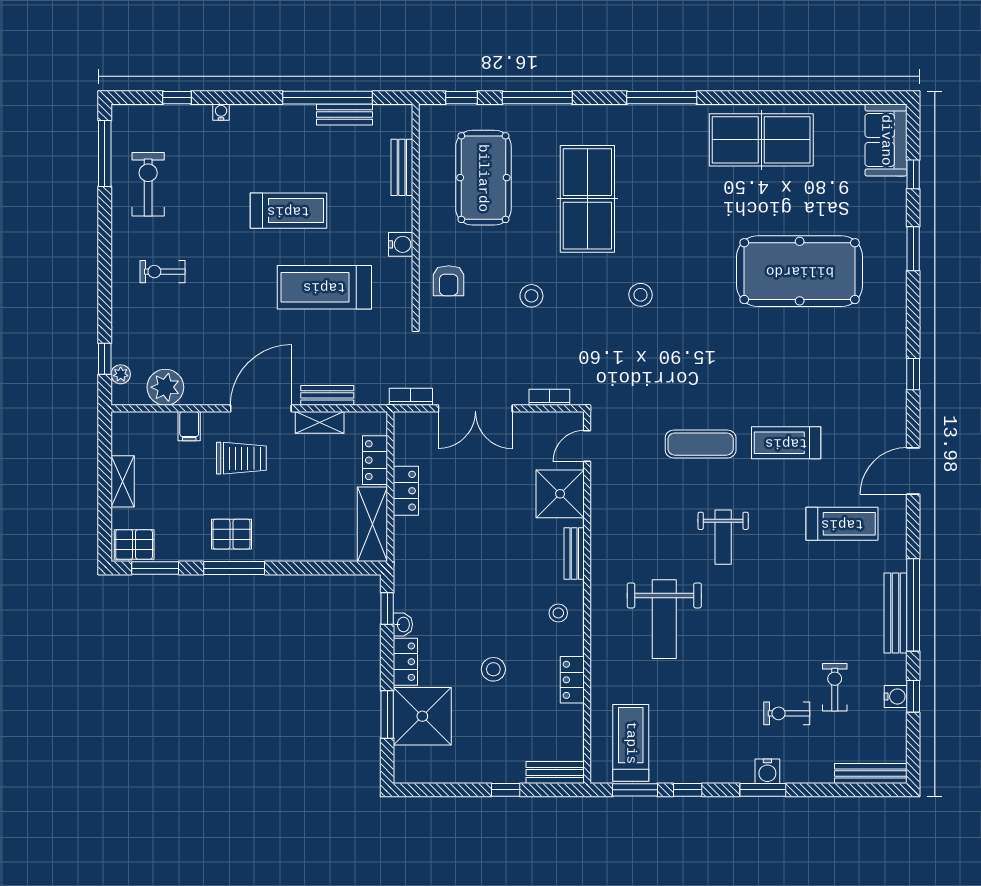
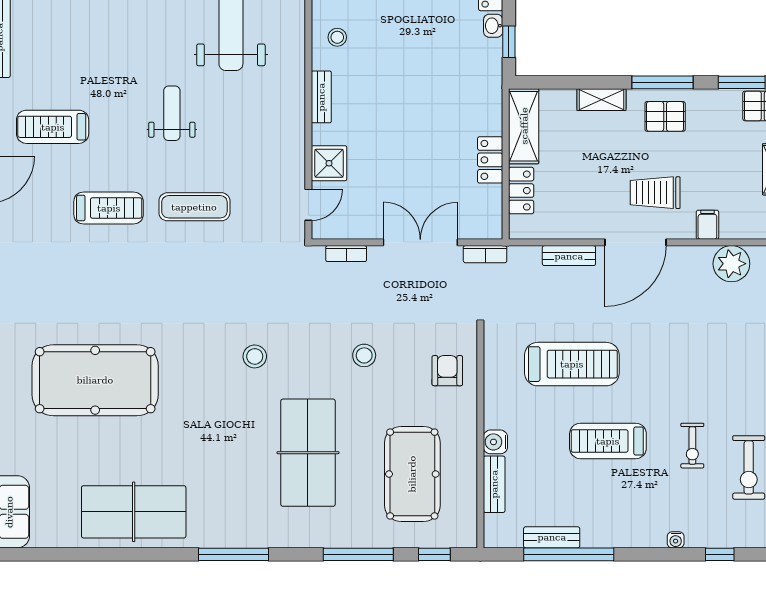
water cooler: (401, 244) -> (495, 442), moved
exercise bike: (162, 272) -> (692, 446), moved, turned 90
shelving: (320, 422) -> (601, 100), moved
shower: (560, 494) -> (329, 163), width x0.73, depth x0.73

